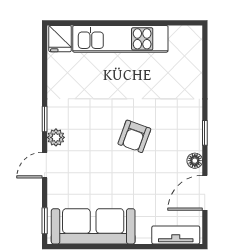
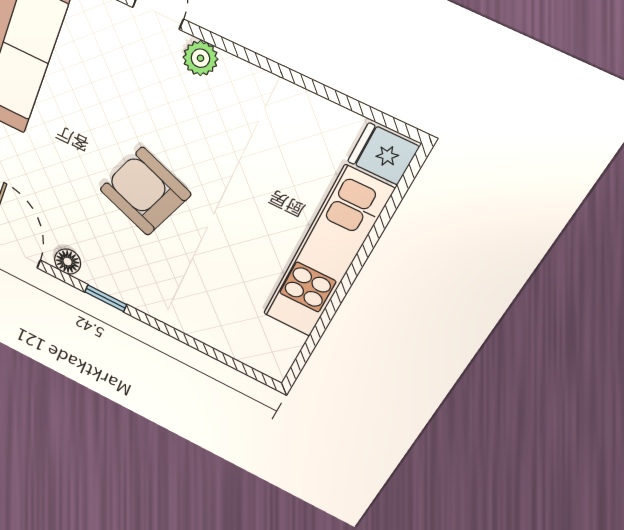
window: (45, 119) -> (244, 54), removed
armchair: (134, 136) -> (145, 192), width x1.38, depth x1.38

